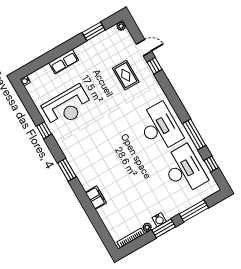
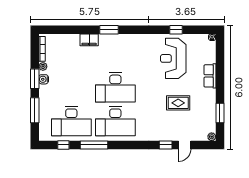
rug: (126, 75) -> (178, 103), moved
window: (44, 130) -> (176, 30), moved
desk: (127, 146) -> (115, 87), added
window: (67, 170) -> (109, 30), moved

